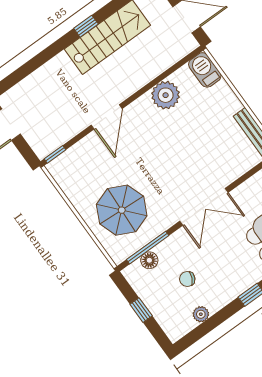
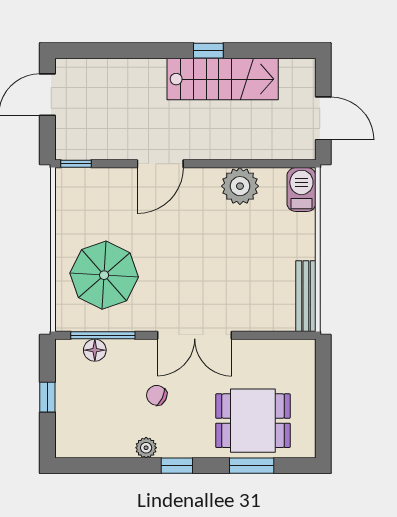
chair: (187, 279) -> (157, 395), moved
plant: (201, 314) -> (146, 448), moved

